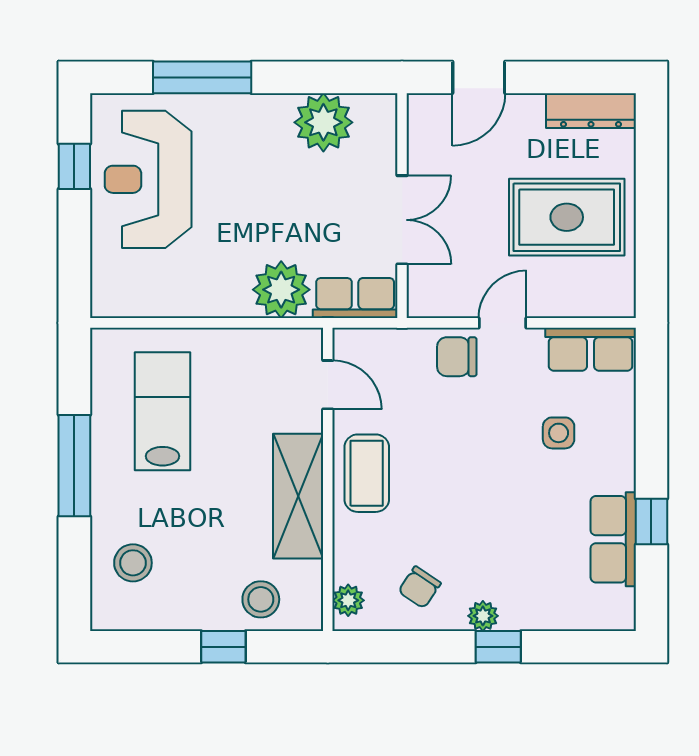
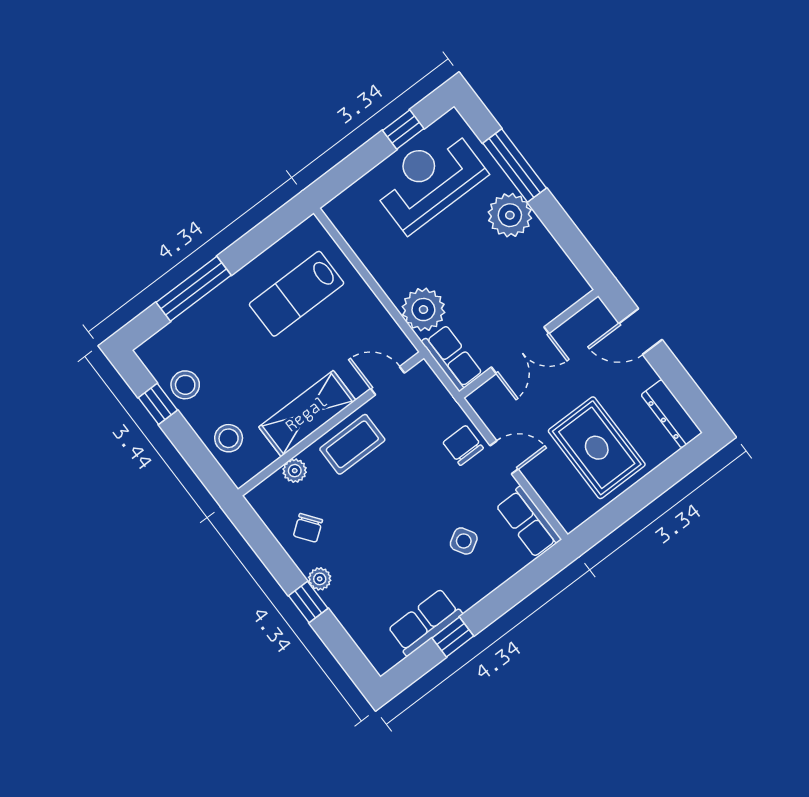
plant: (323, 122) -> (510, 215), moved
door: (328, 385) -> (388, 381), swing flipped
lab bench: (162, 411) -> (297, 294), turned 180
side table: (559, 433) -> (464, 541), turned -31
window: (74, 466) -> (194, 289), moved
stool: (133, 563) -> (185, 385), moved
chair: (420, 587) -> (308, 528), turned -71
plant: (348, 600) -> (295, 471), moved
window: (223, 647) -> (158, 404), moved

